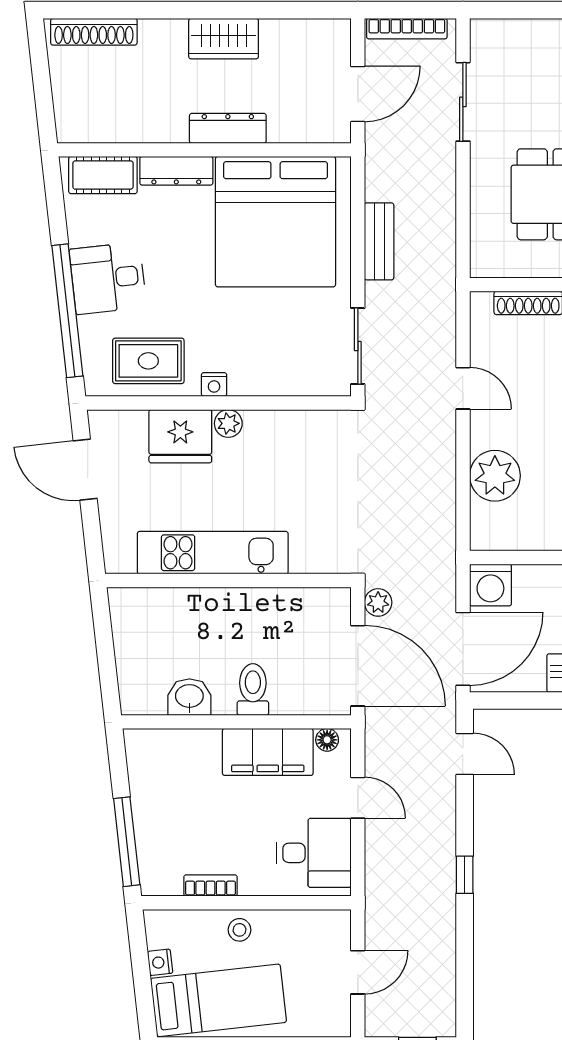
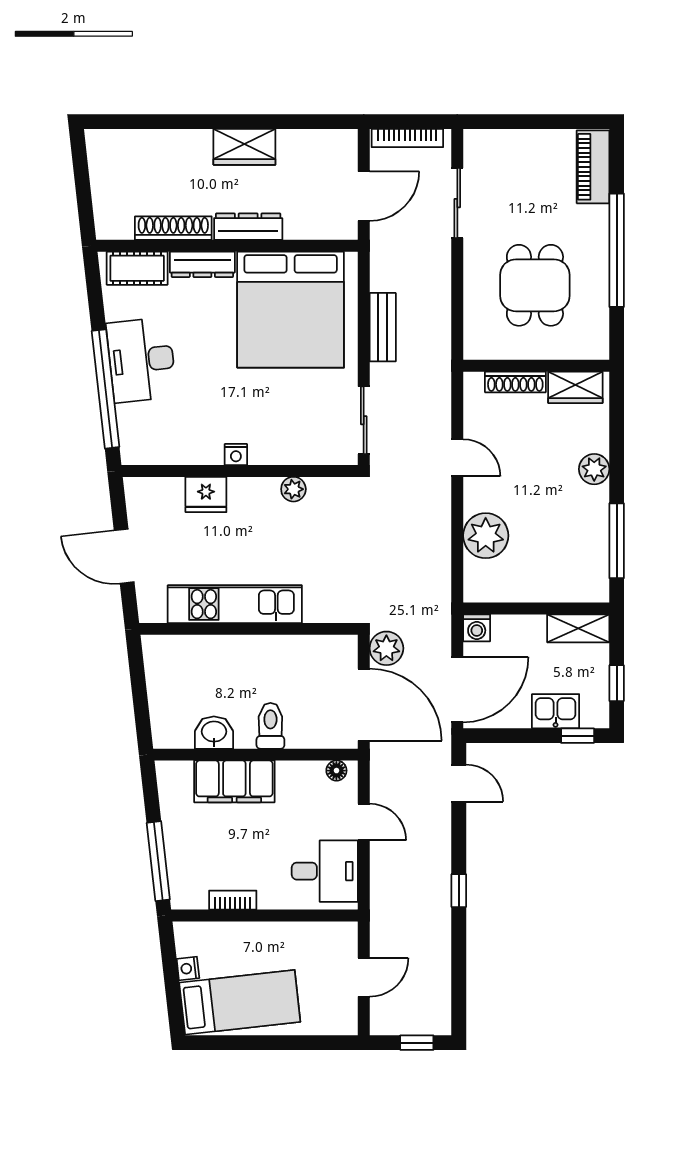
shoe rack: (94, 32) -> (173, 228), moved, turned 180
desk: (108, 278) -> (141, 360), width x1.37
rug: (148, 361) -> (177, 434), removed
plant: (228, 423) -> (293, 489), moved
fridge: (180, 436) -> (206, 495), width x0.73, depth x0.75
door: (85, 470) -> (124, 556), moved
washing machine: (490, 585) -> (477, 628), width x0.73, depth x0.73
plant: (378, 602) -> (386, 648), width x1.38, depth x1.38
filing cabinet: (268, 752) -> (234, 781), moved
stool: (240, 930) -> (259, 940), removed

